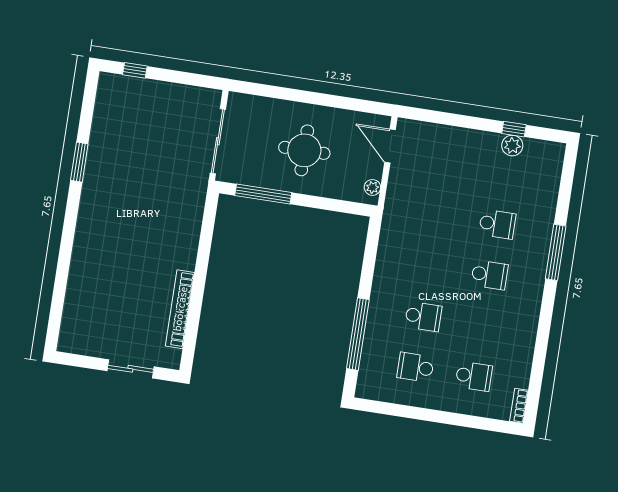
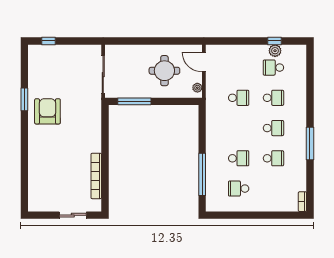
round table: (304, 150) -> (164, 71), moved
school desk: (505, 173) -> (273, 68), added
armchair: (115, 188) -> (47, 111), added
school desk: (439, 215) -> (239, 98), added
window: (556, 252) -> (310, 143), moved
school desk: (474, 376) -> (273, 158), moved

